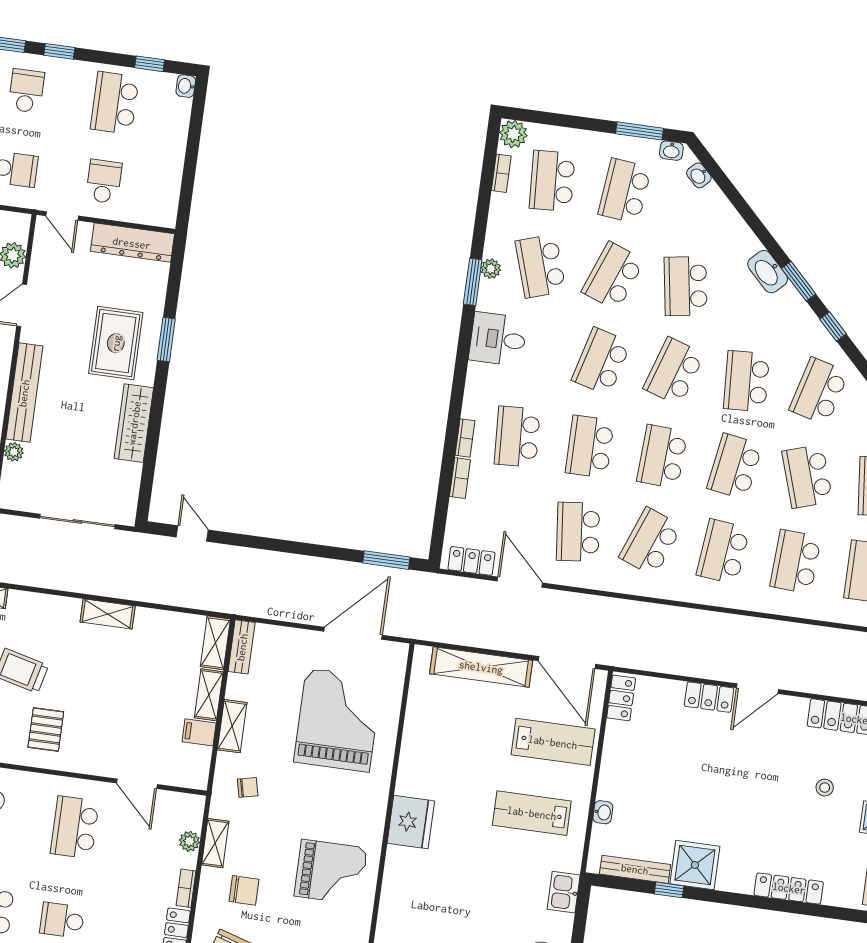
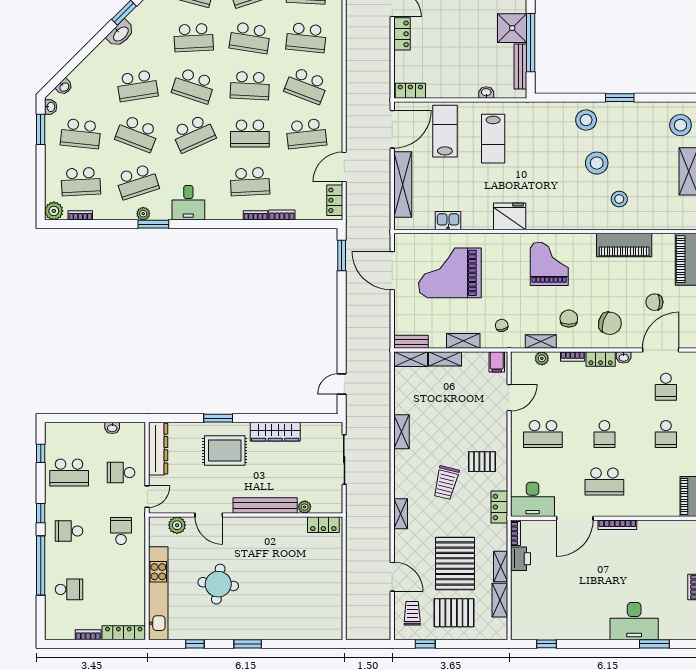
washbasin: (186, 86) -> (112, 428), moved
school desk: (601, 361) -> (194, 134), turned -39
filing cabinet: (199, 732) -> (497, 362), moved
window: (669, 890) -> (531, 43), width x3.17
kitchen sink: (564, 892) -> (448, 221), moved, turned 180

